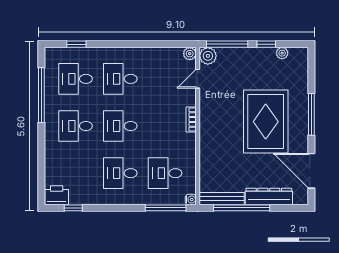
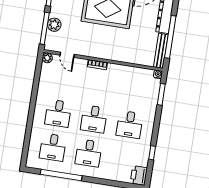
window: (76, 44) -> (27, 142), removed
plant: (208, 56) -> (54, 25), moved
desk: (165, 173) -> (135, 91), removed
window: (73, 208) -> (152, 153), moved
window: (166, 208) -> (161, 94), width x0.69

